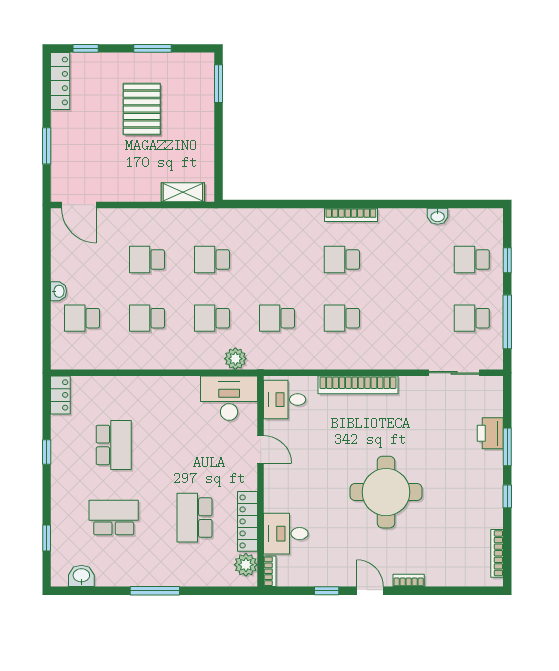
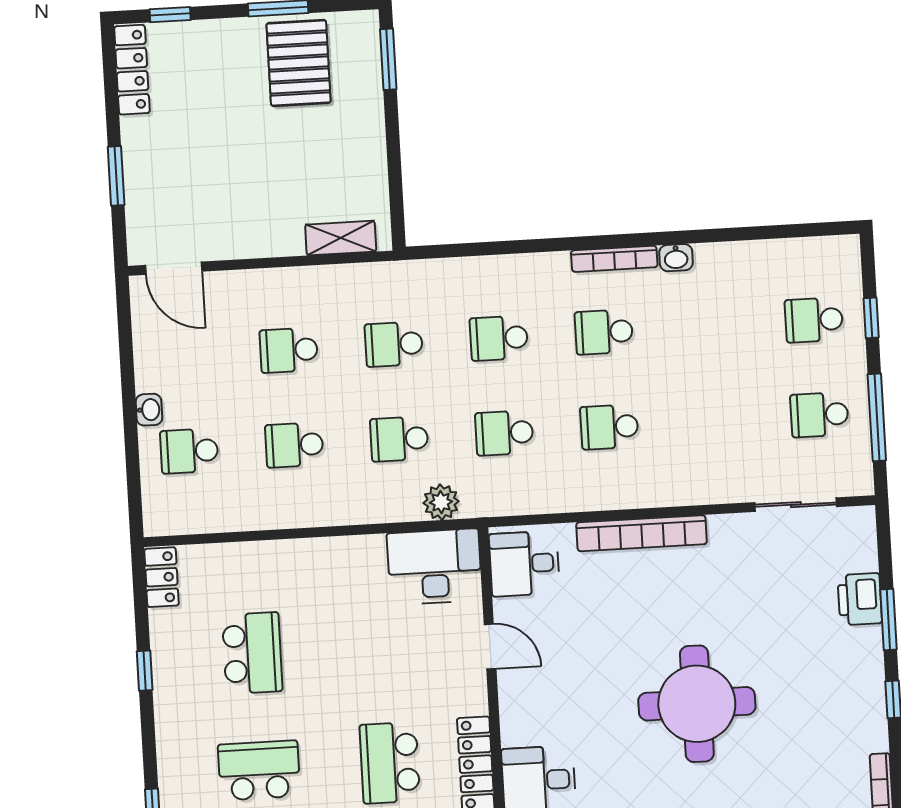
pallet: (142, 109) -> (299, 63), moved
washbasin: (438, 216) -> (676, 258), moved
school desk: (277, 260) -> (499, 338), added

